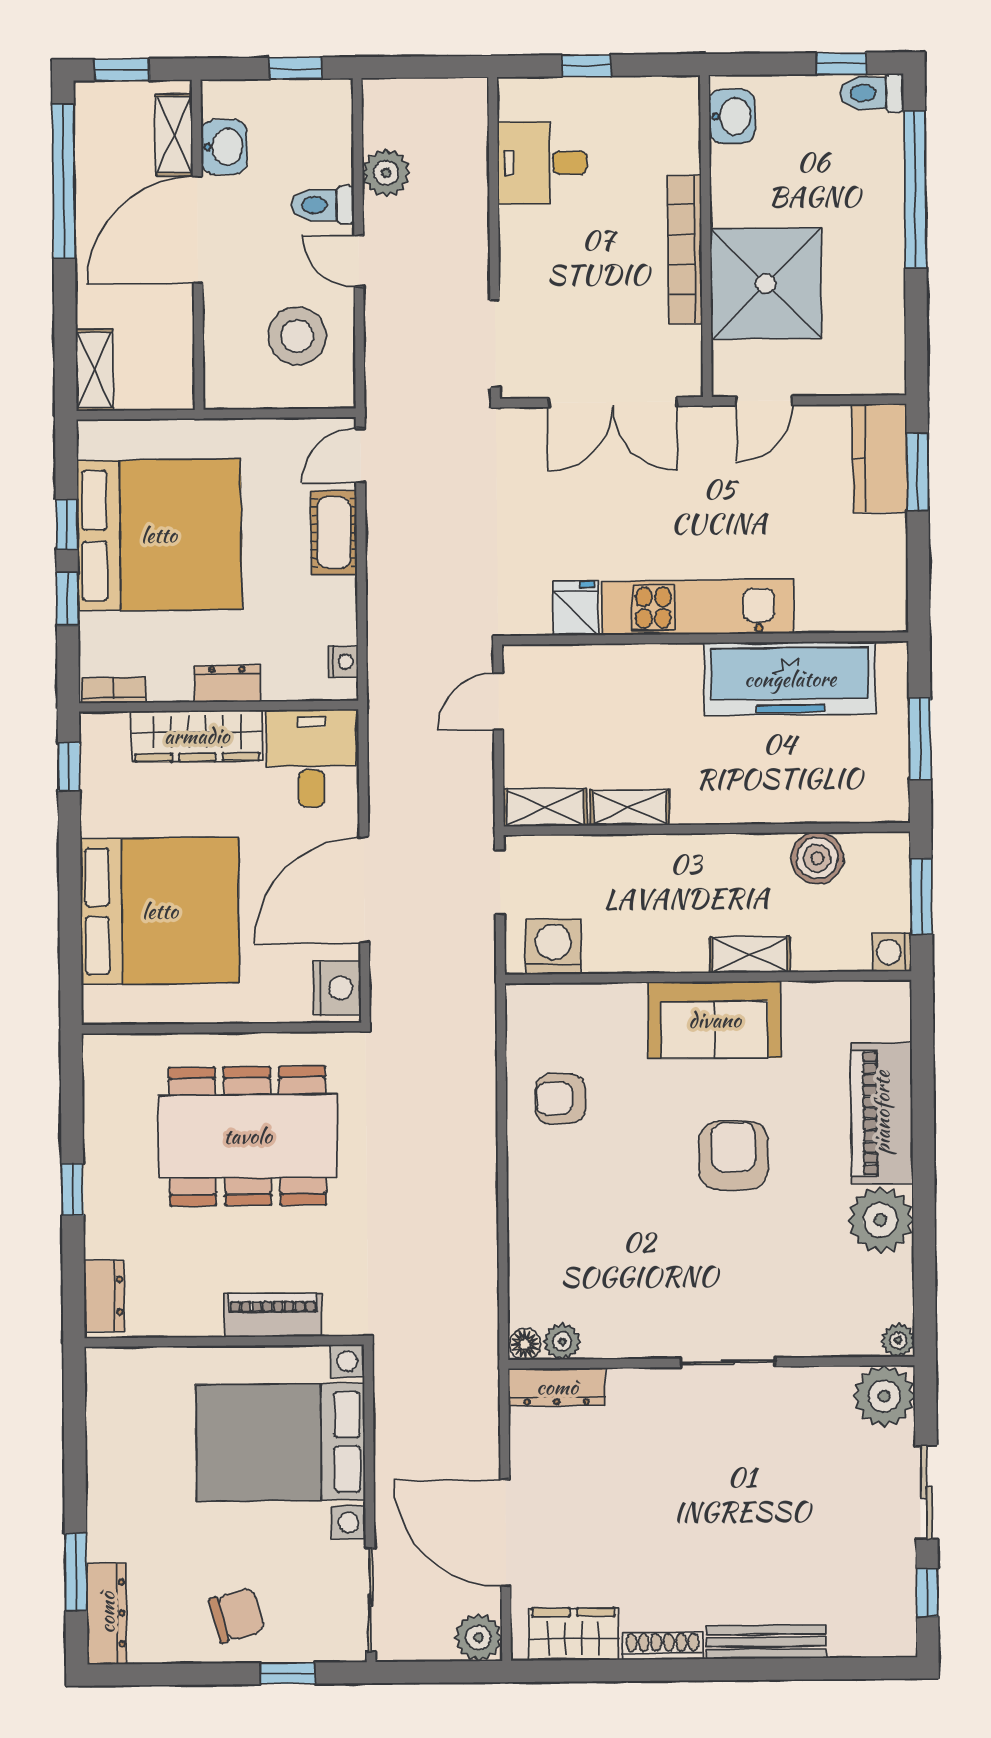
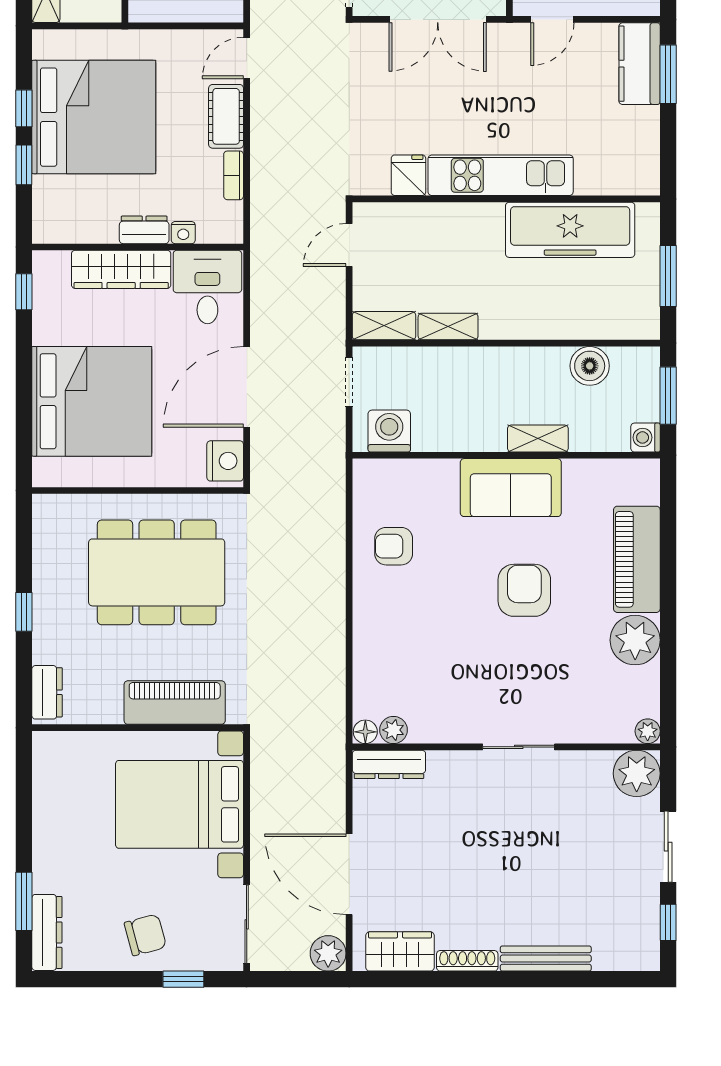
nightstand: (343, 662) -> (183, 233), moved, turned 90
bookcase: (114, 690) -> (234, 175), moved, turned -90
piano: (273, 1315) -> (175, 703), width x1.37, depth x1.33

